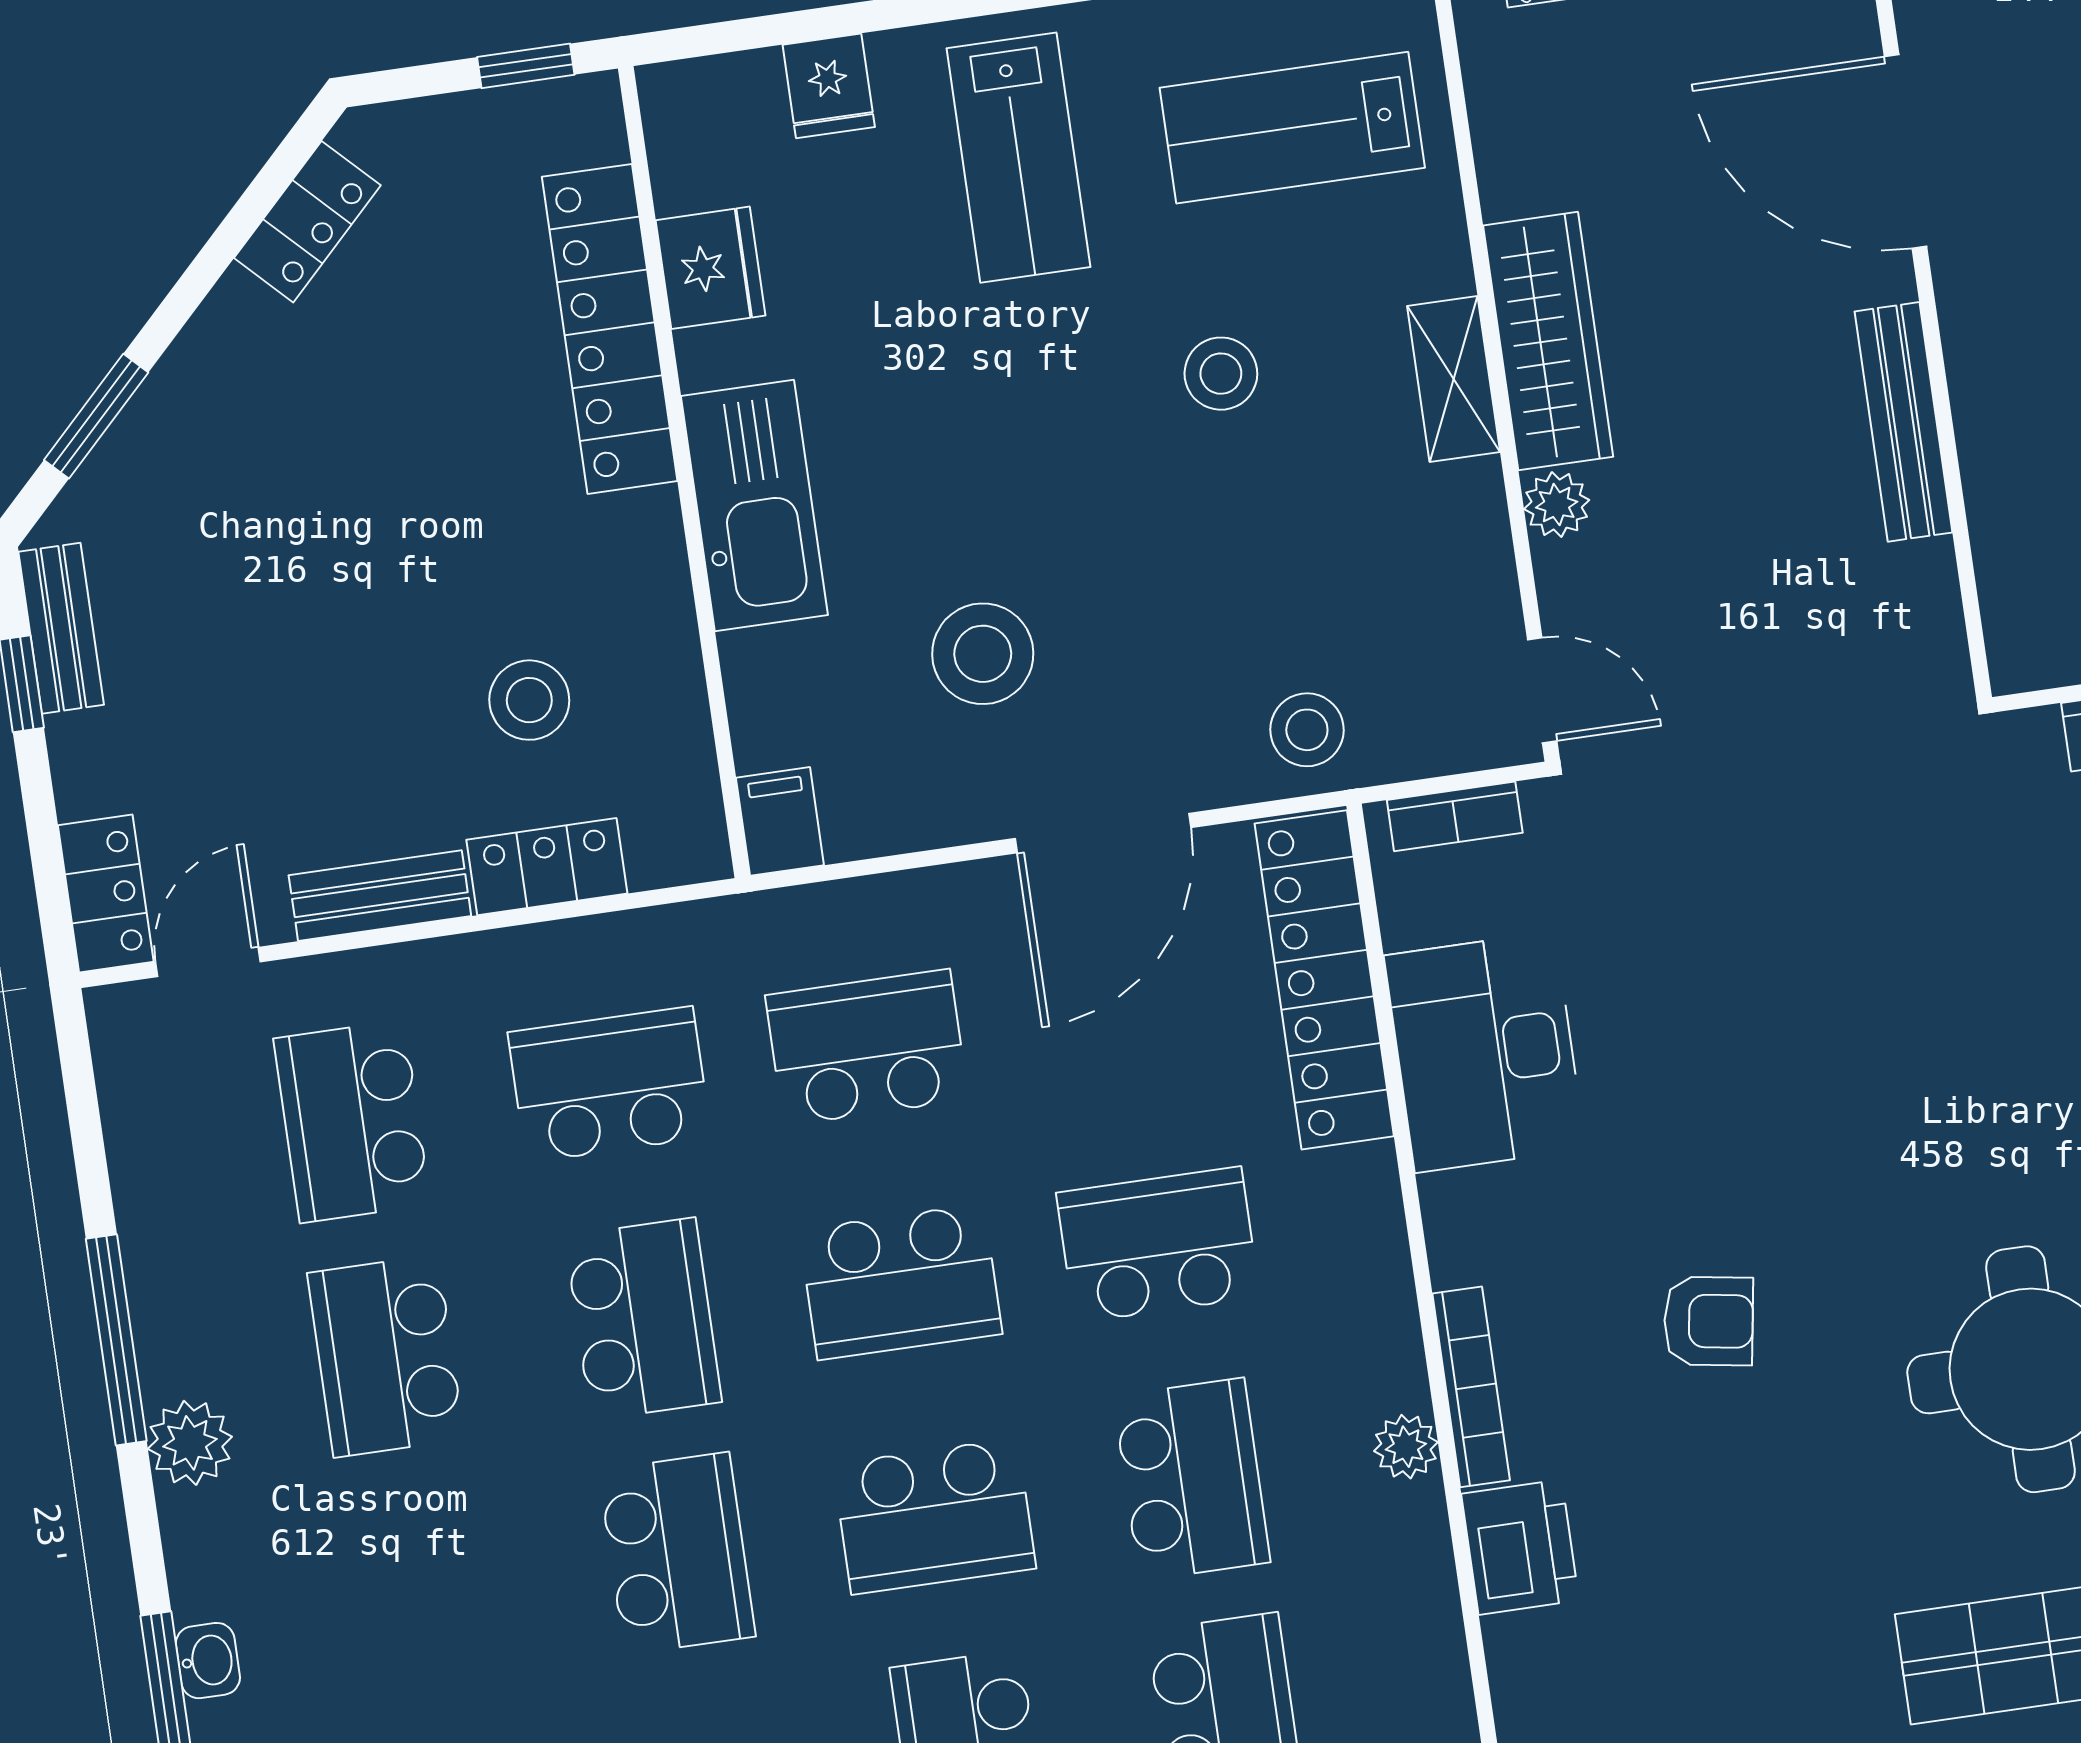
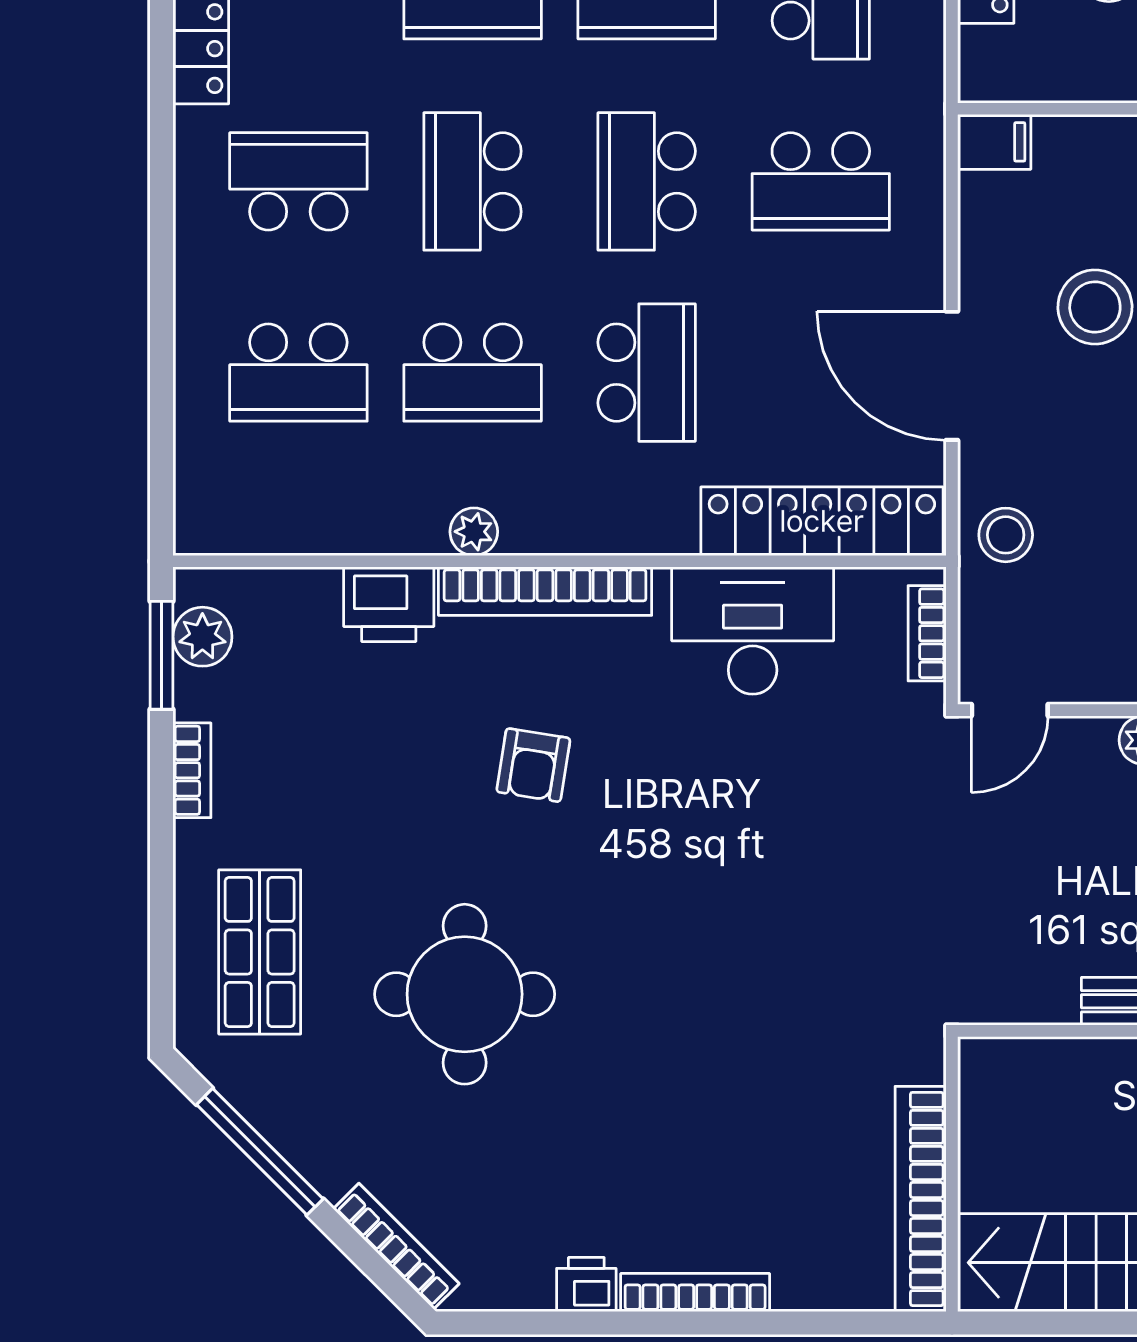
school desk: (867, 1047) -> (821, 181), turned 90
bookcase: (1471, 1387) -> (545, 591), width x1.48, depth x1.31

